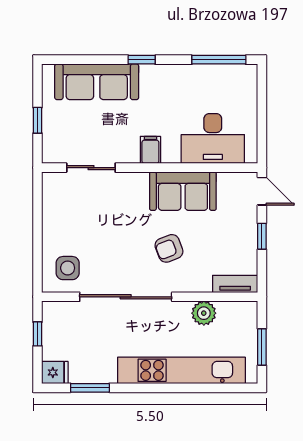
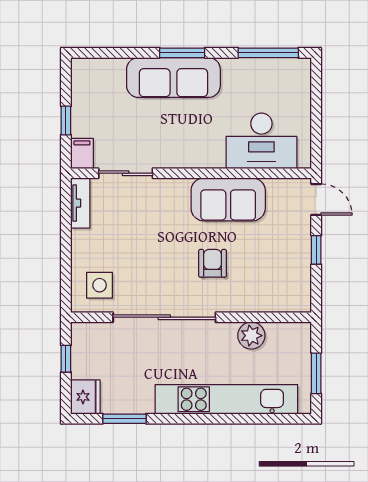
window: (142, 60) -> (182, 53), width x1.50
sofa: (97, 82) -> (173, 77), moved
filing cabinet: (150, 150) -> (82, 153), moved
armchair: (169, 248) -> (213, 263), turned 111
tv unit: (235, 284) -> (80, 203), moved, turned 90
fridge: (55, 372) -> (85, 397), width x1.38

